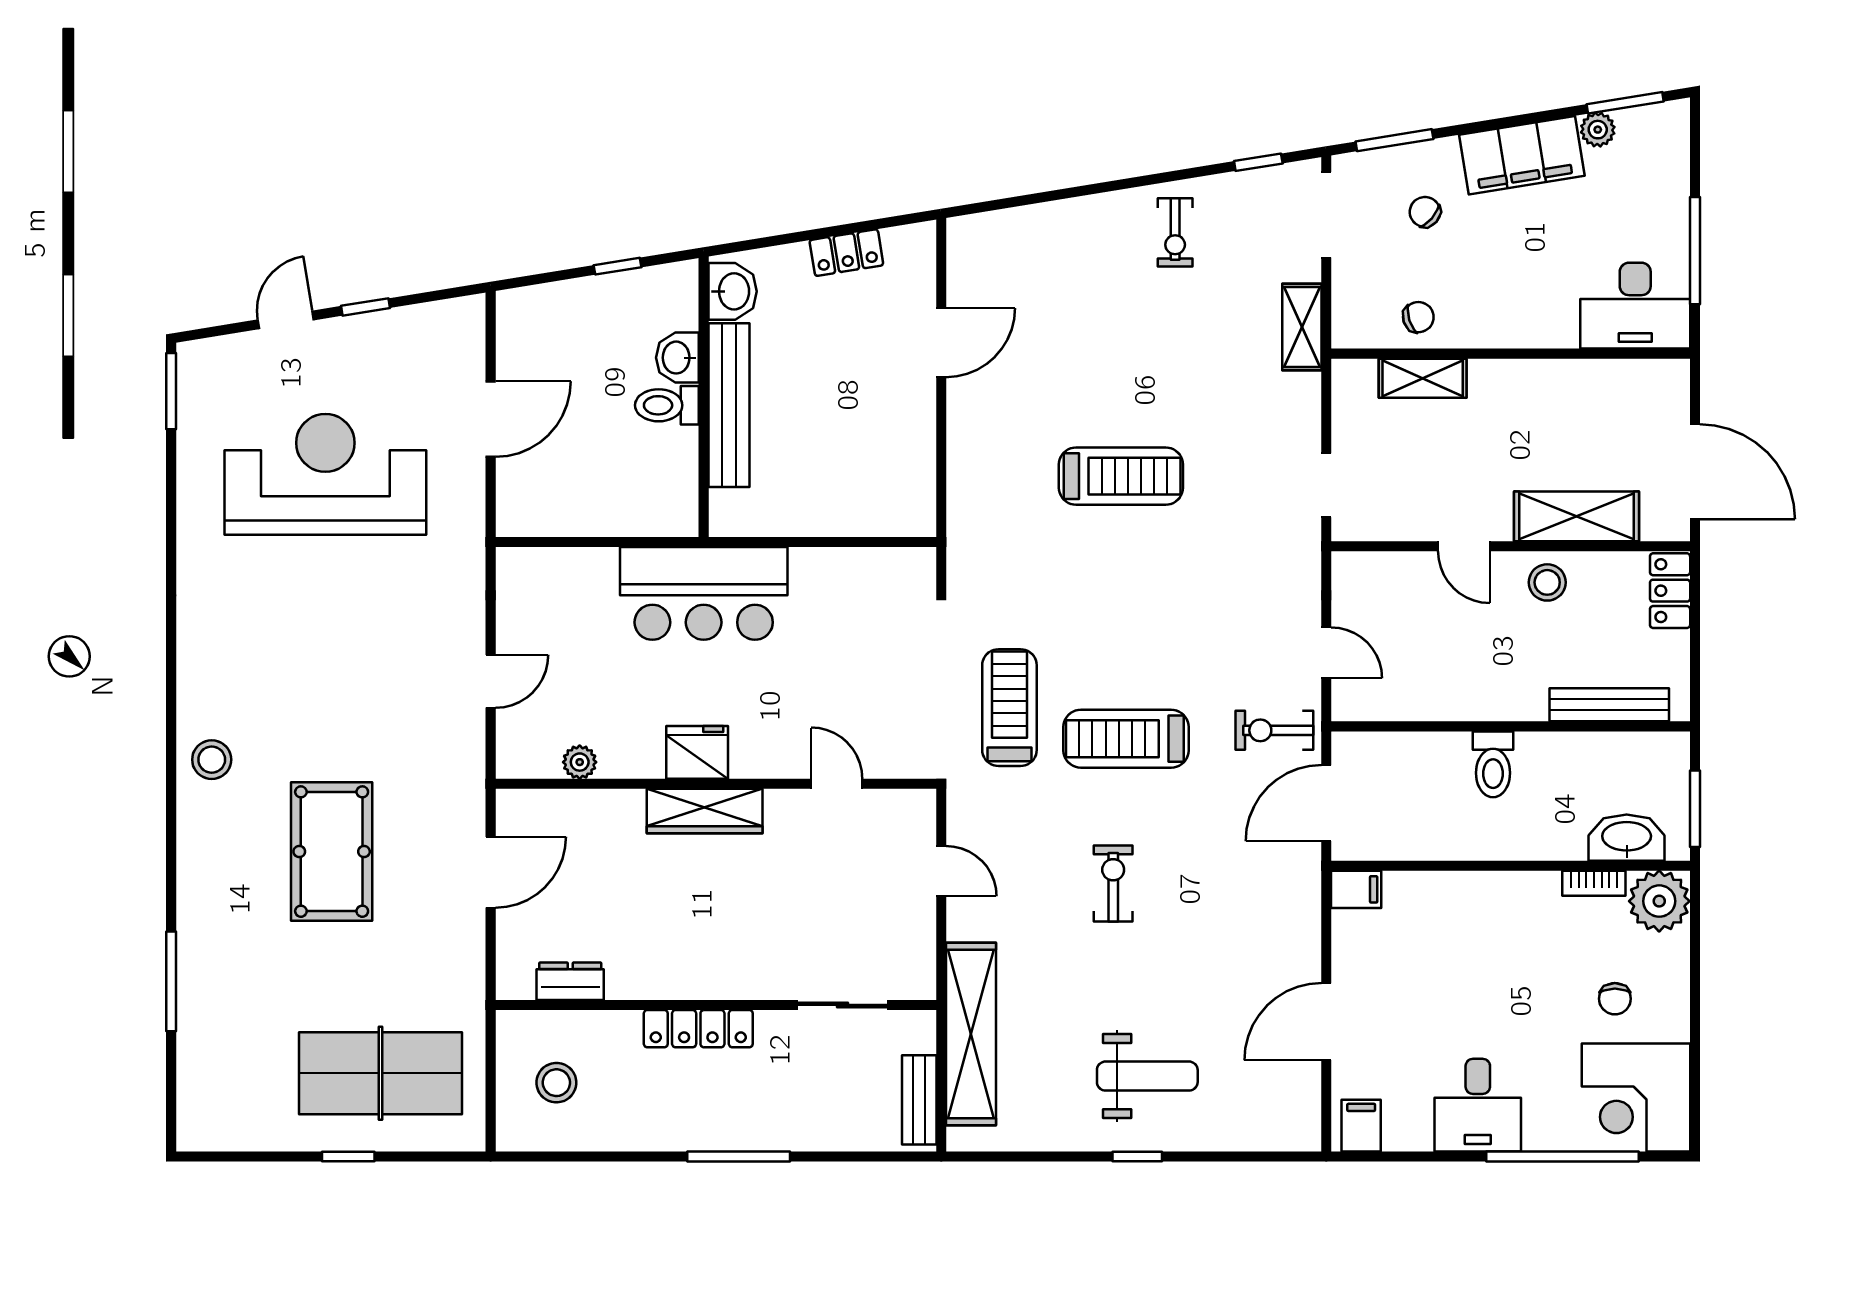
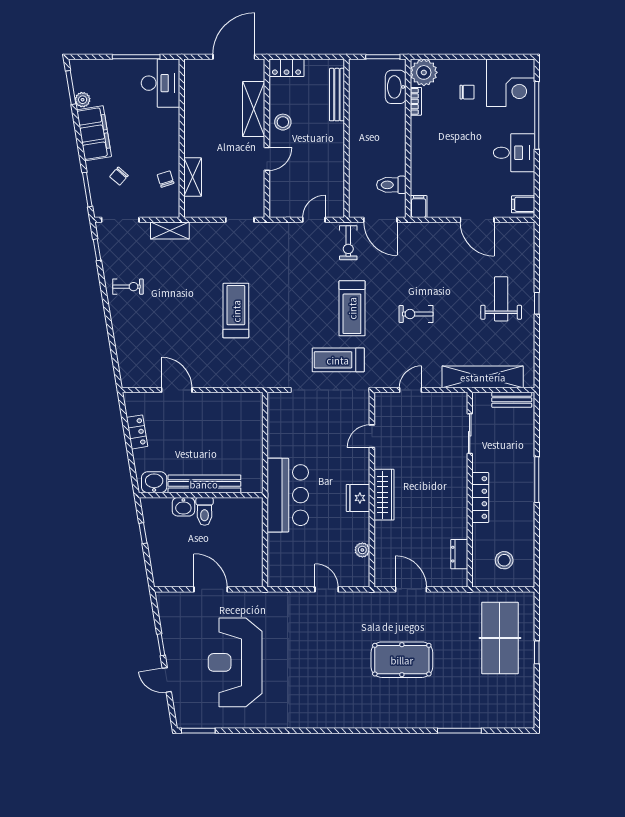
stool: (212, 760) -> (361, 713), removed
toilet: (1493, 764) -> (391, 185), moved, turned 180

